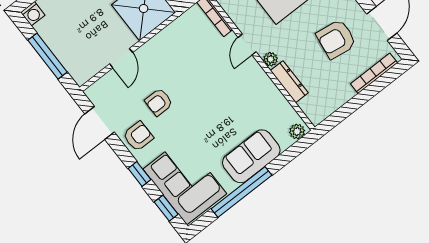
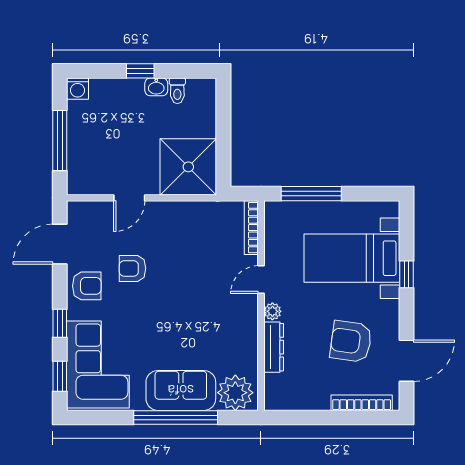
plant: (297, 132) -> (235, 393), width x1.88, depth x1.88
window: (242, 192) -> (176, 418), moved

